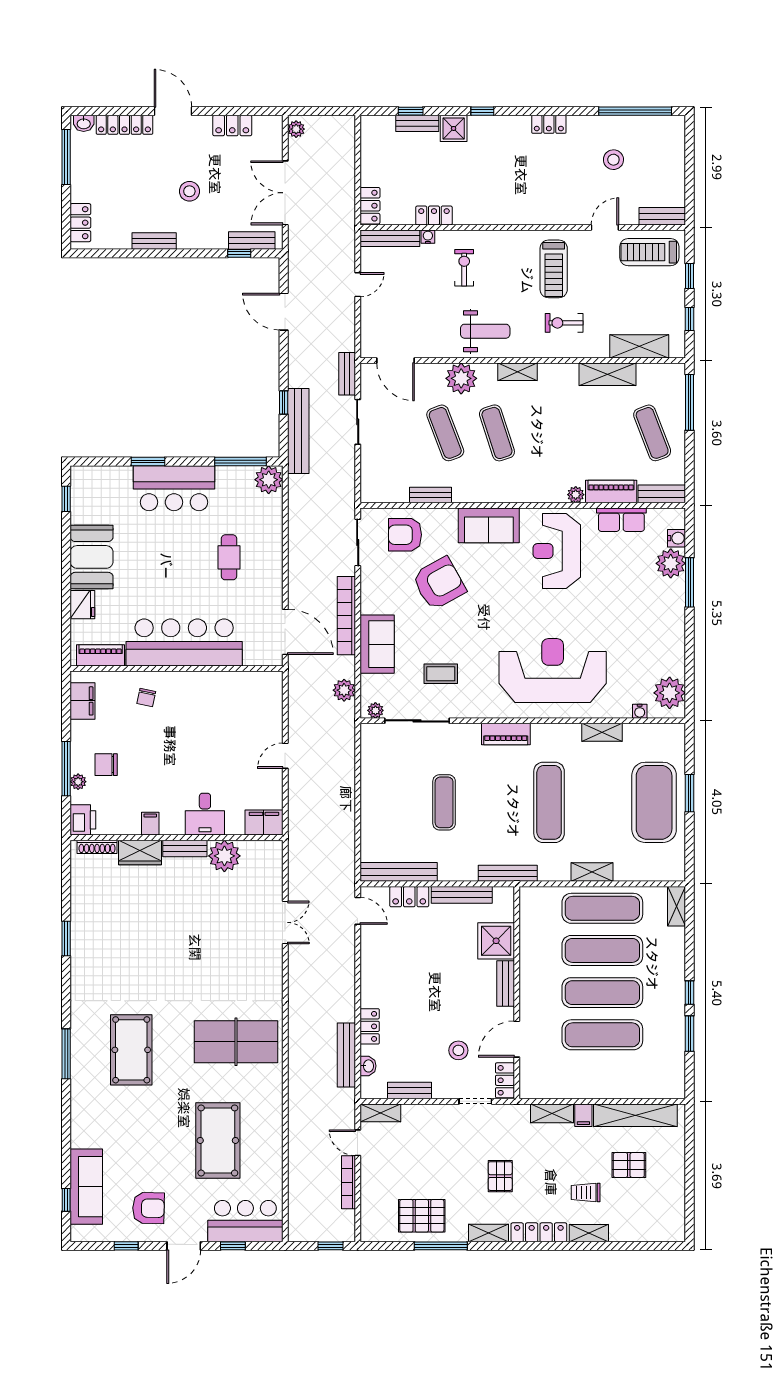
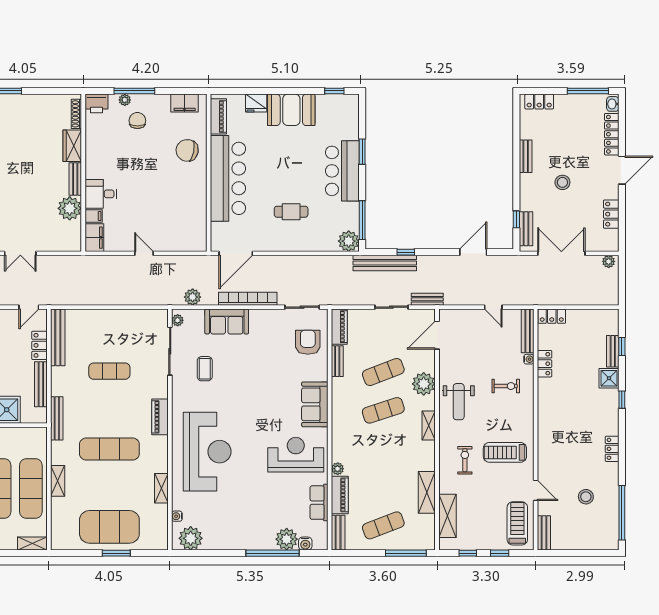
piano: (384, 492) -> (339, 327), added
window: (690, 582) -> (272, 553), width x1.46
armchair: (439, 583) -> (272, 367), removed
chair: (146, 698) -> (187, 150), width x1.87, depth x1.87
filing cabinet: (150, 824) -> (94, 216), moved

